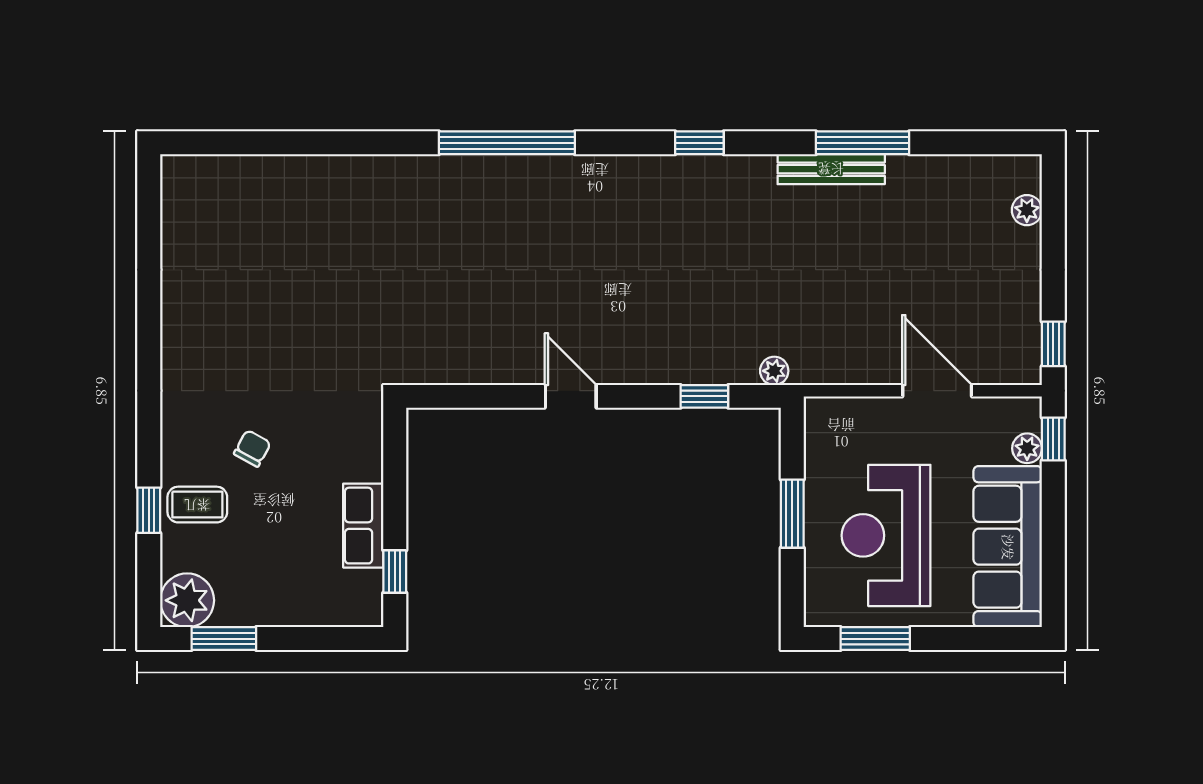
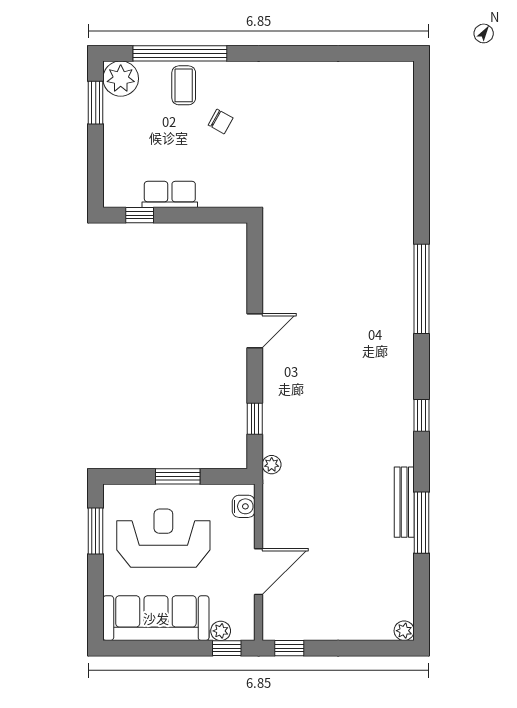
plant: (1027, 210) -> (404, 631), moved
water cooler: (838, 413) -> (244, 506), added
window: (149, 510) -> (180, 53), width x3.17

